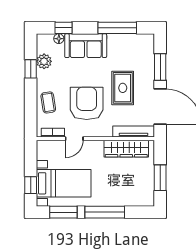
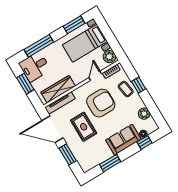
window: (117, 28) -> (110, 163), width x0.69
window: (31, 69) -> (139, 85), moved
armchair: (87, 103) -> (101, 103), turned -90
plant: (45, 151) -> (109, 57), added
window: (31, 185) -> (105, 29), removed
desk: (138, 191) -> (35, 67), added
window: (105, 212) -> (39, 46), moved

